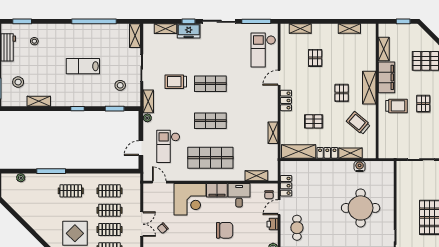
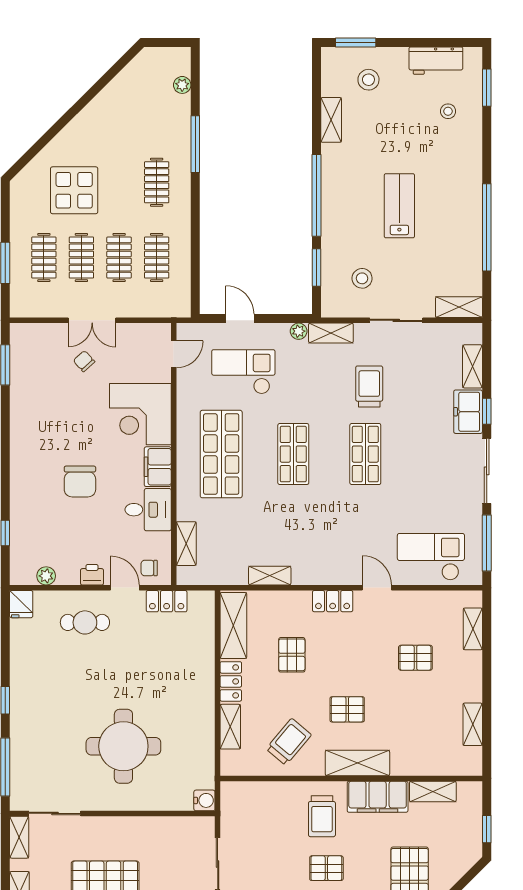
window: (78, 109) -> (317, 195), width x3.17
water cooler: (360, 166) -> (204, 800), moved

